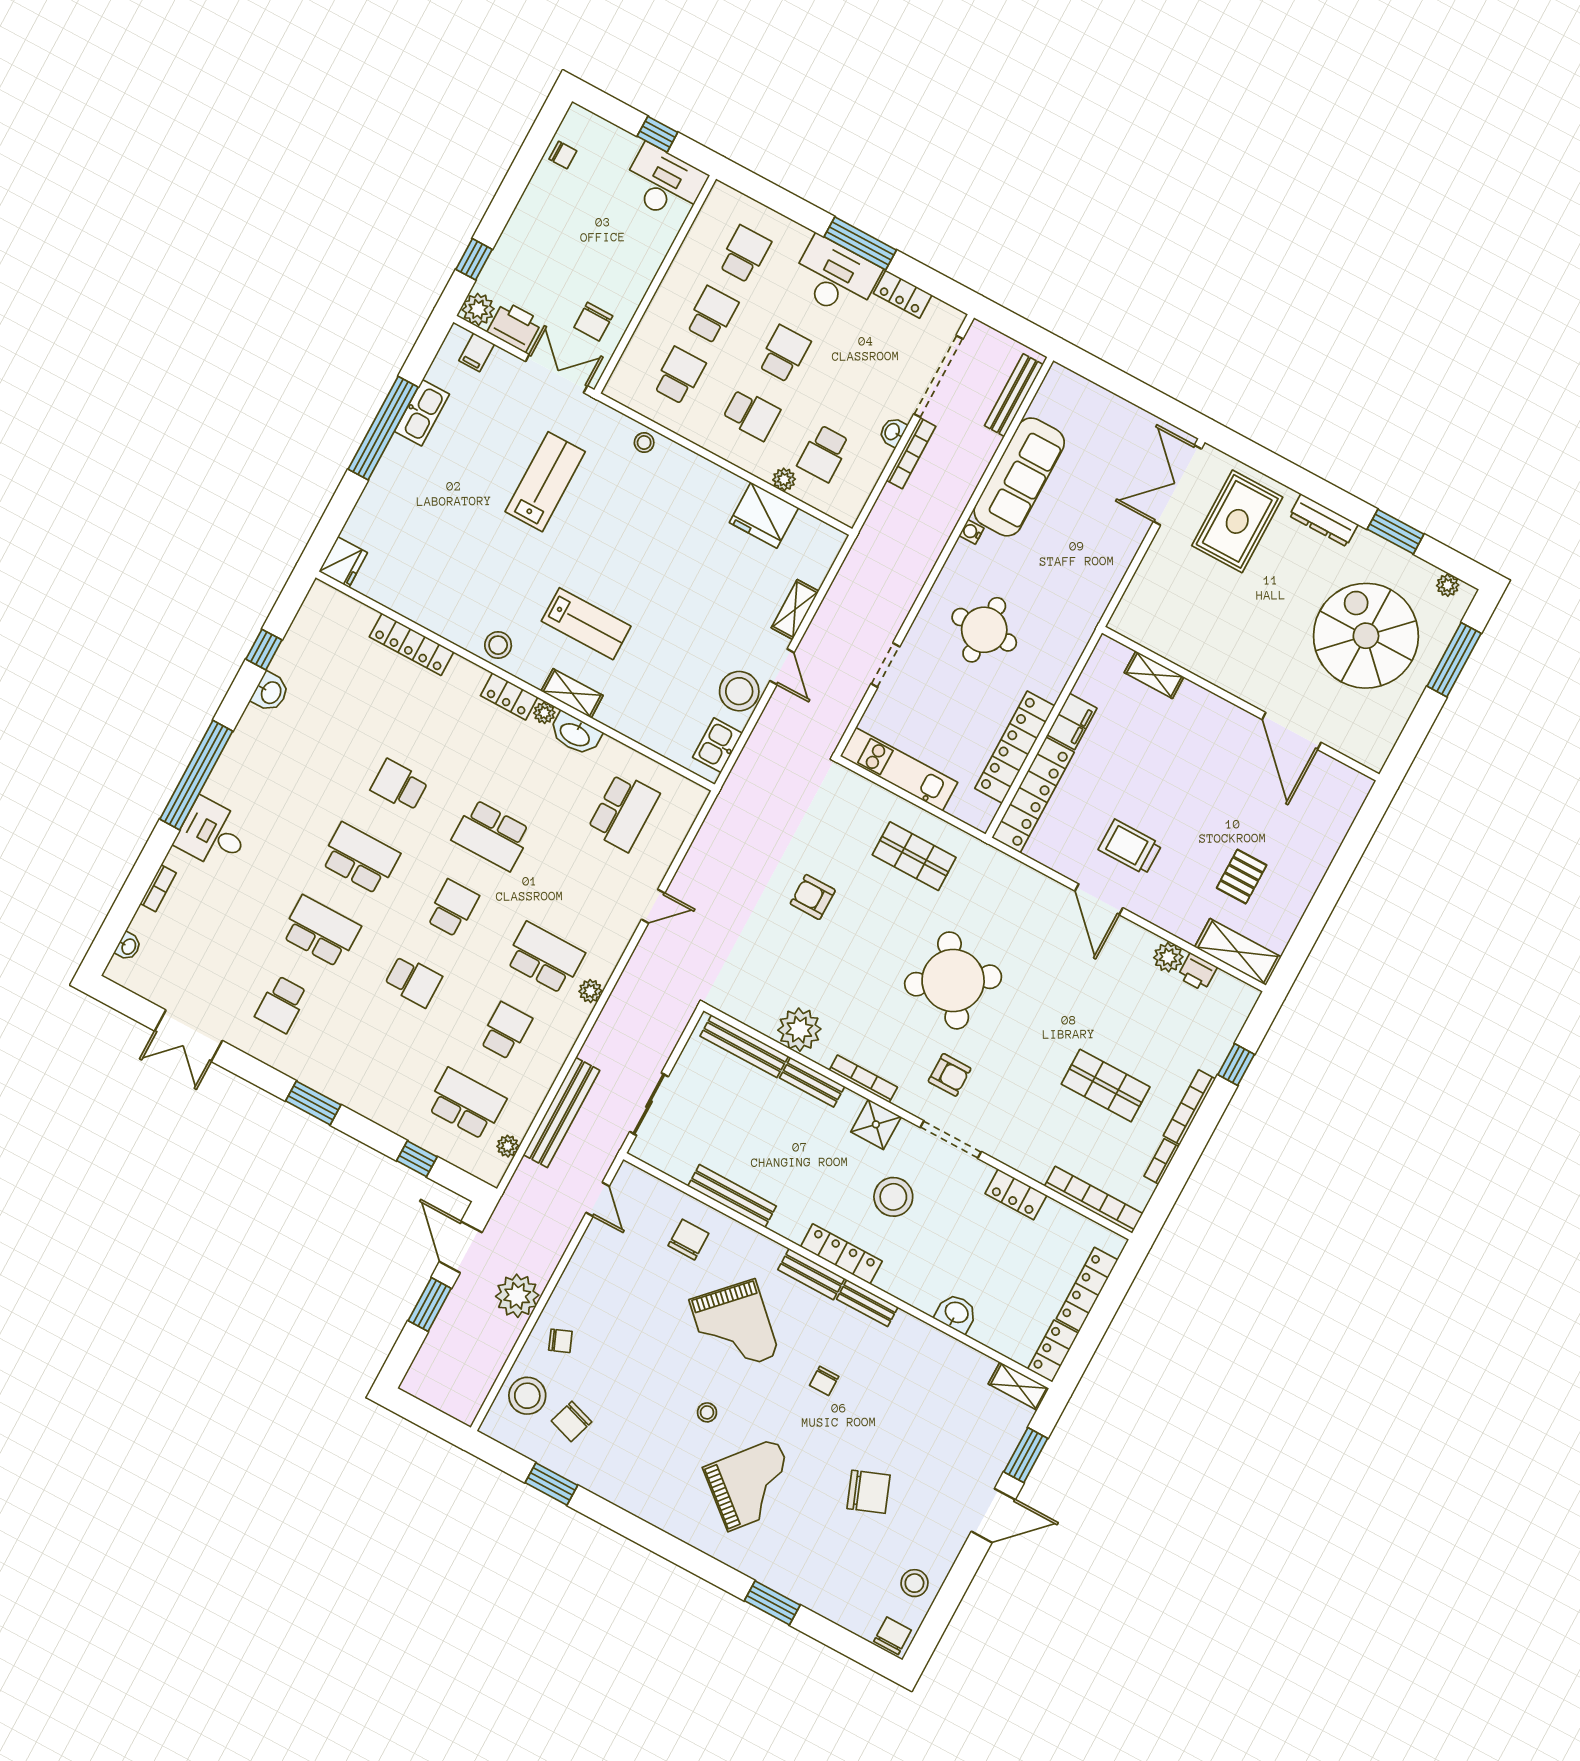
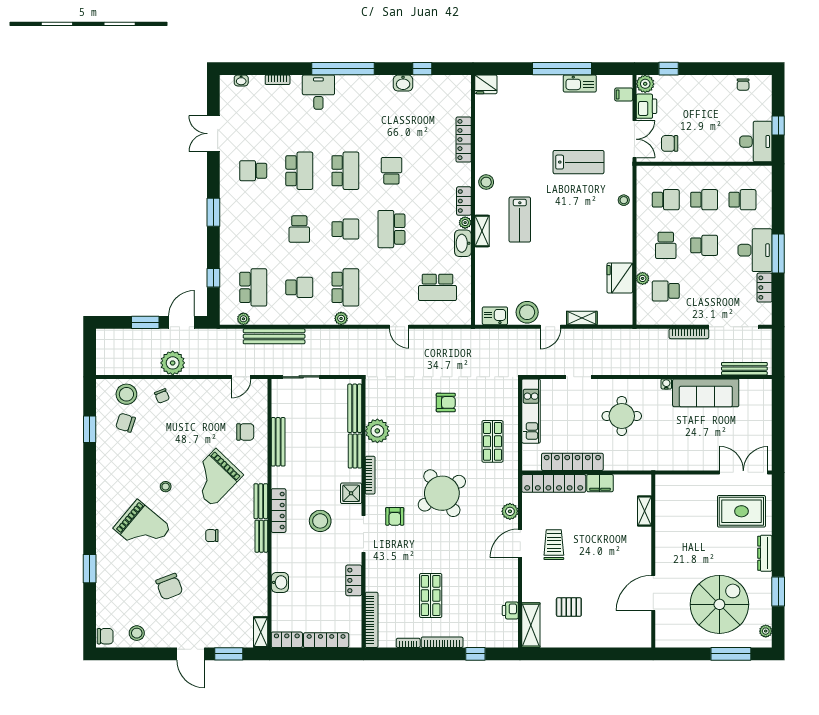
washbasin: (893, 432) -> (694, 319), removed
armchair: (813, 897) -> (446, 402), turned 90
plant: (1168, 957) -> (510, 511), moved

